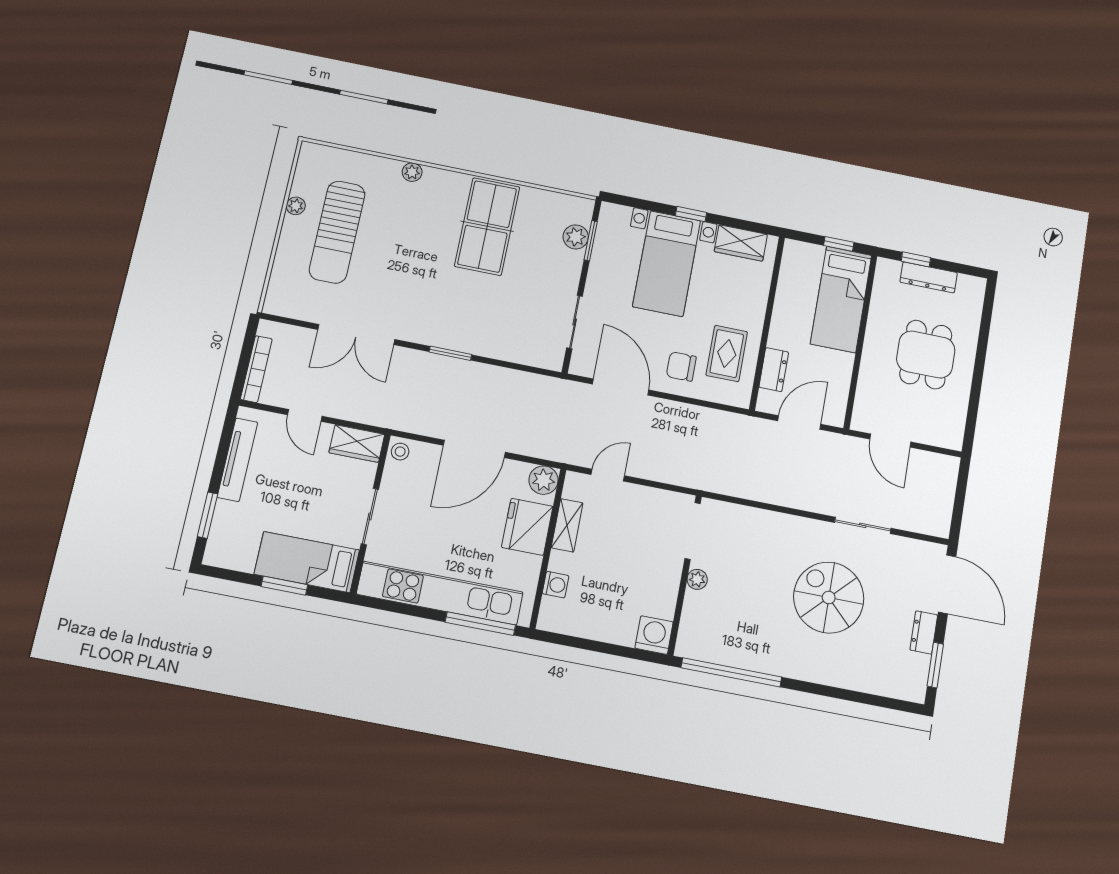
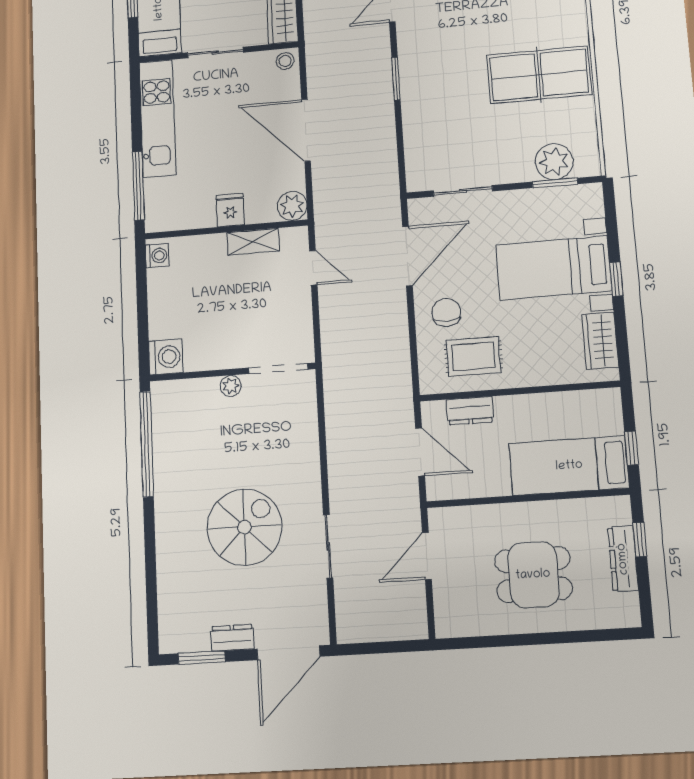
plant: (576, 237) -> (554, 162), width x1.36, depth x1.36
fridge: (527, 527) -> (230, 210), width x0.53, depth x0.75
washing machine: (556, 585) -> (157, 256), moved, turned -90
kitchen unit: (440, 593) -> (158, 118), width x0.73

